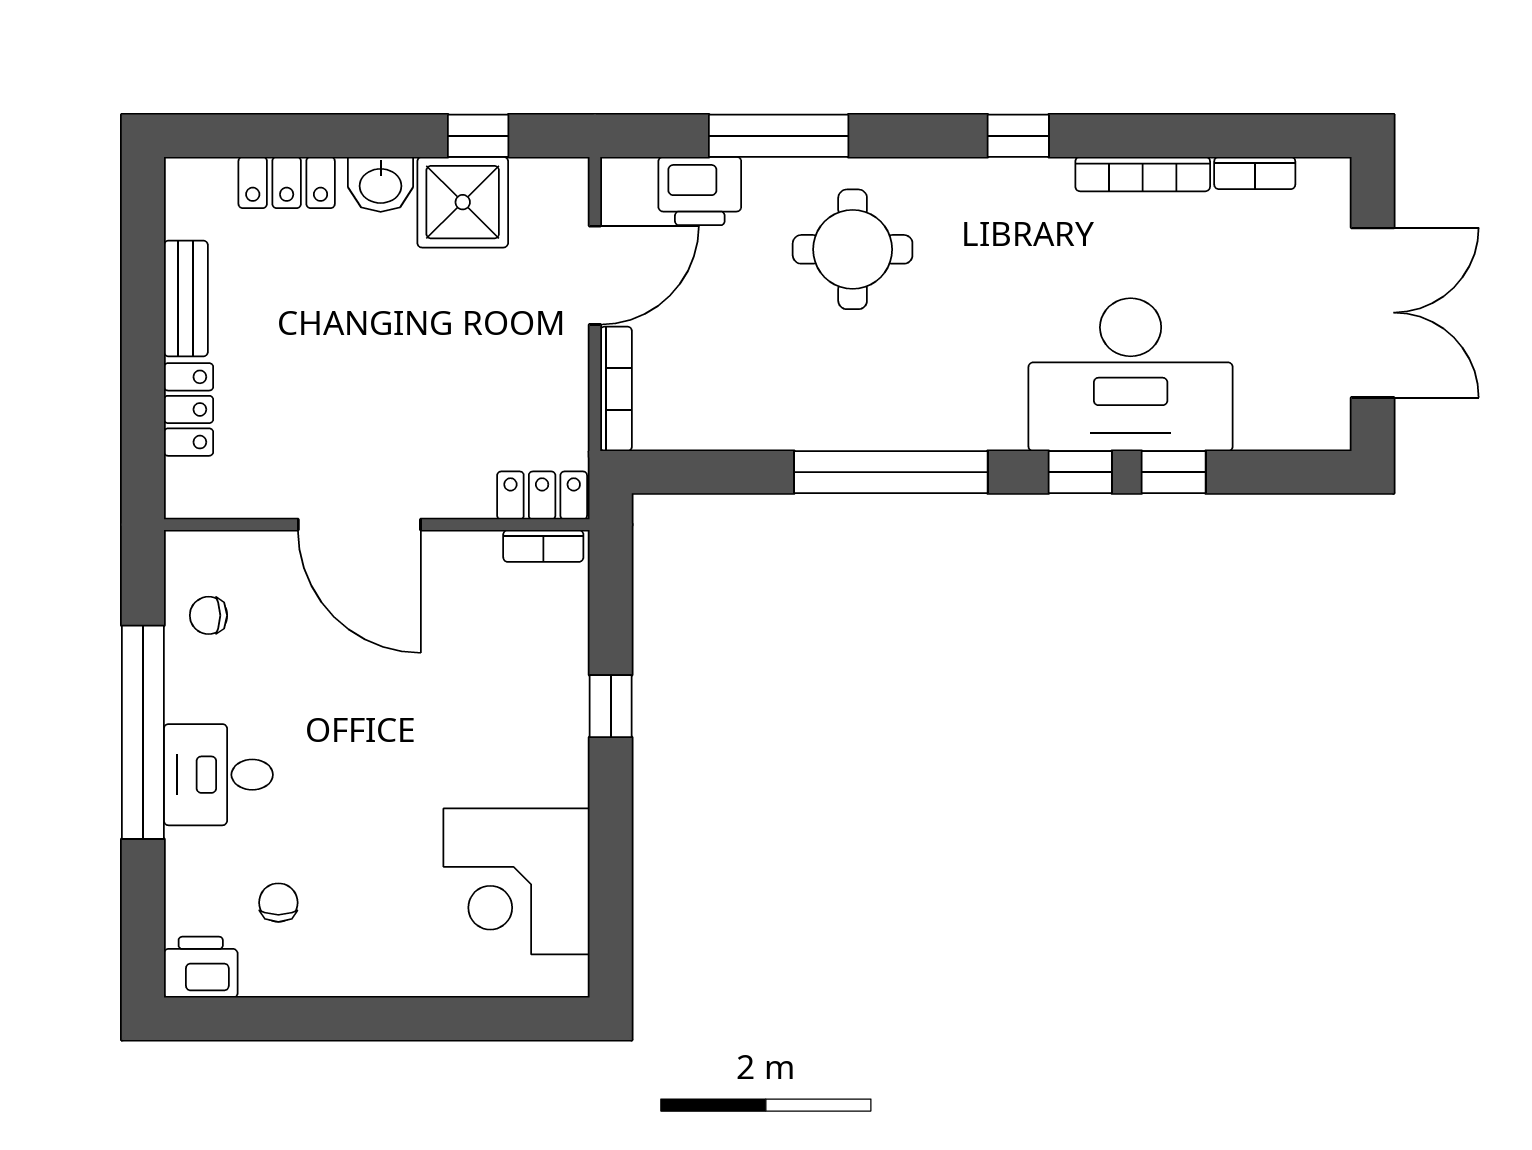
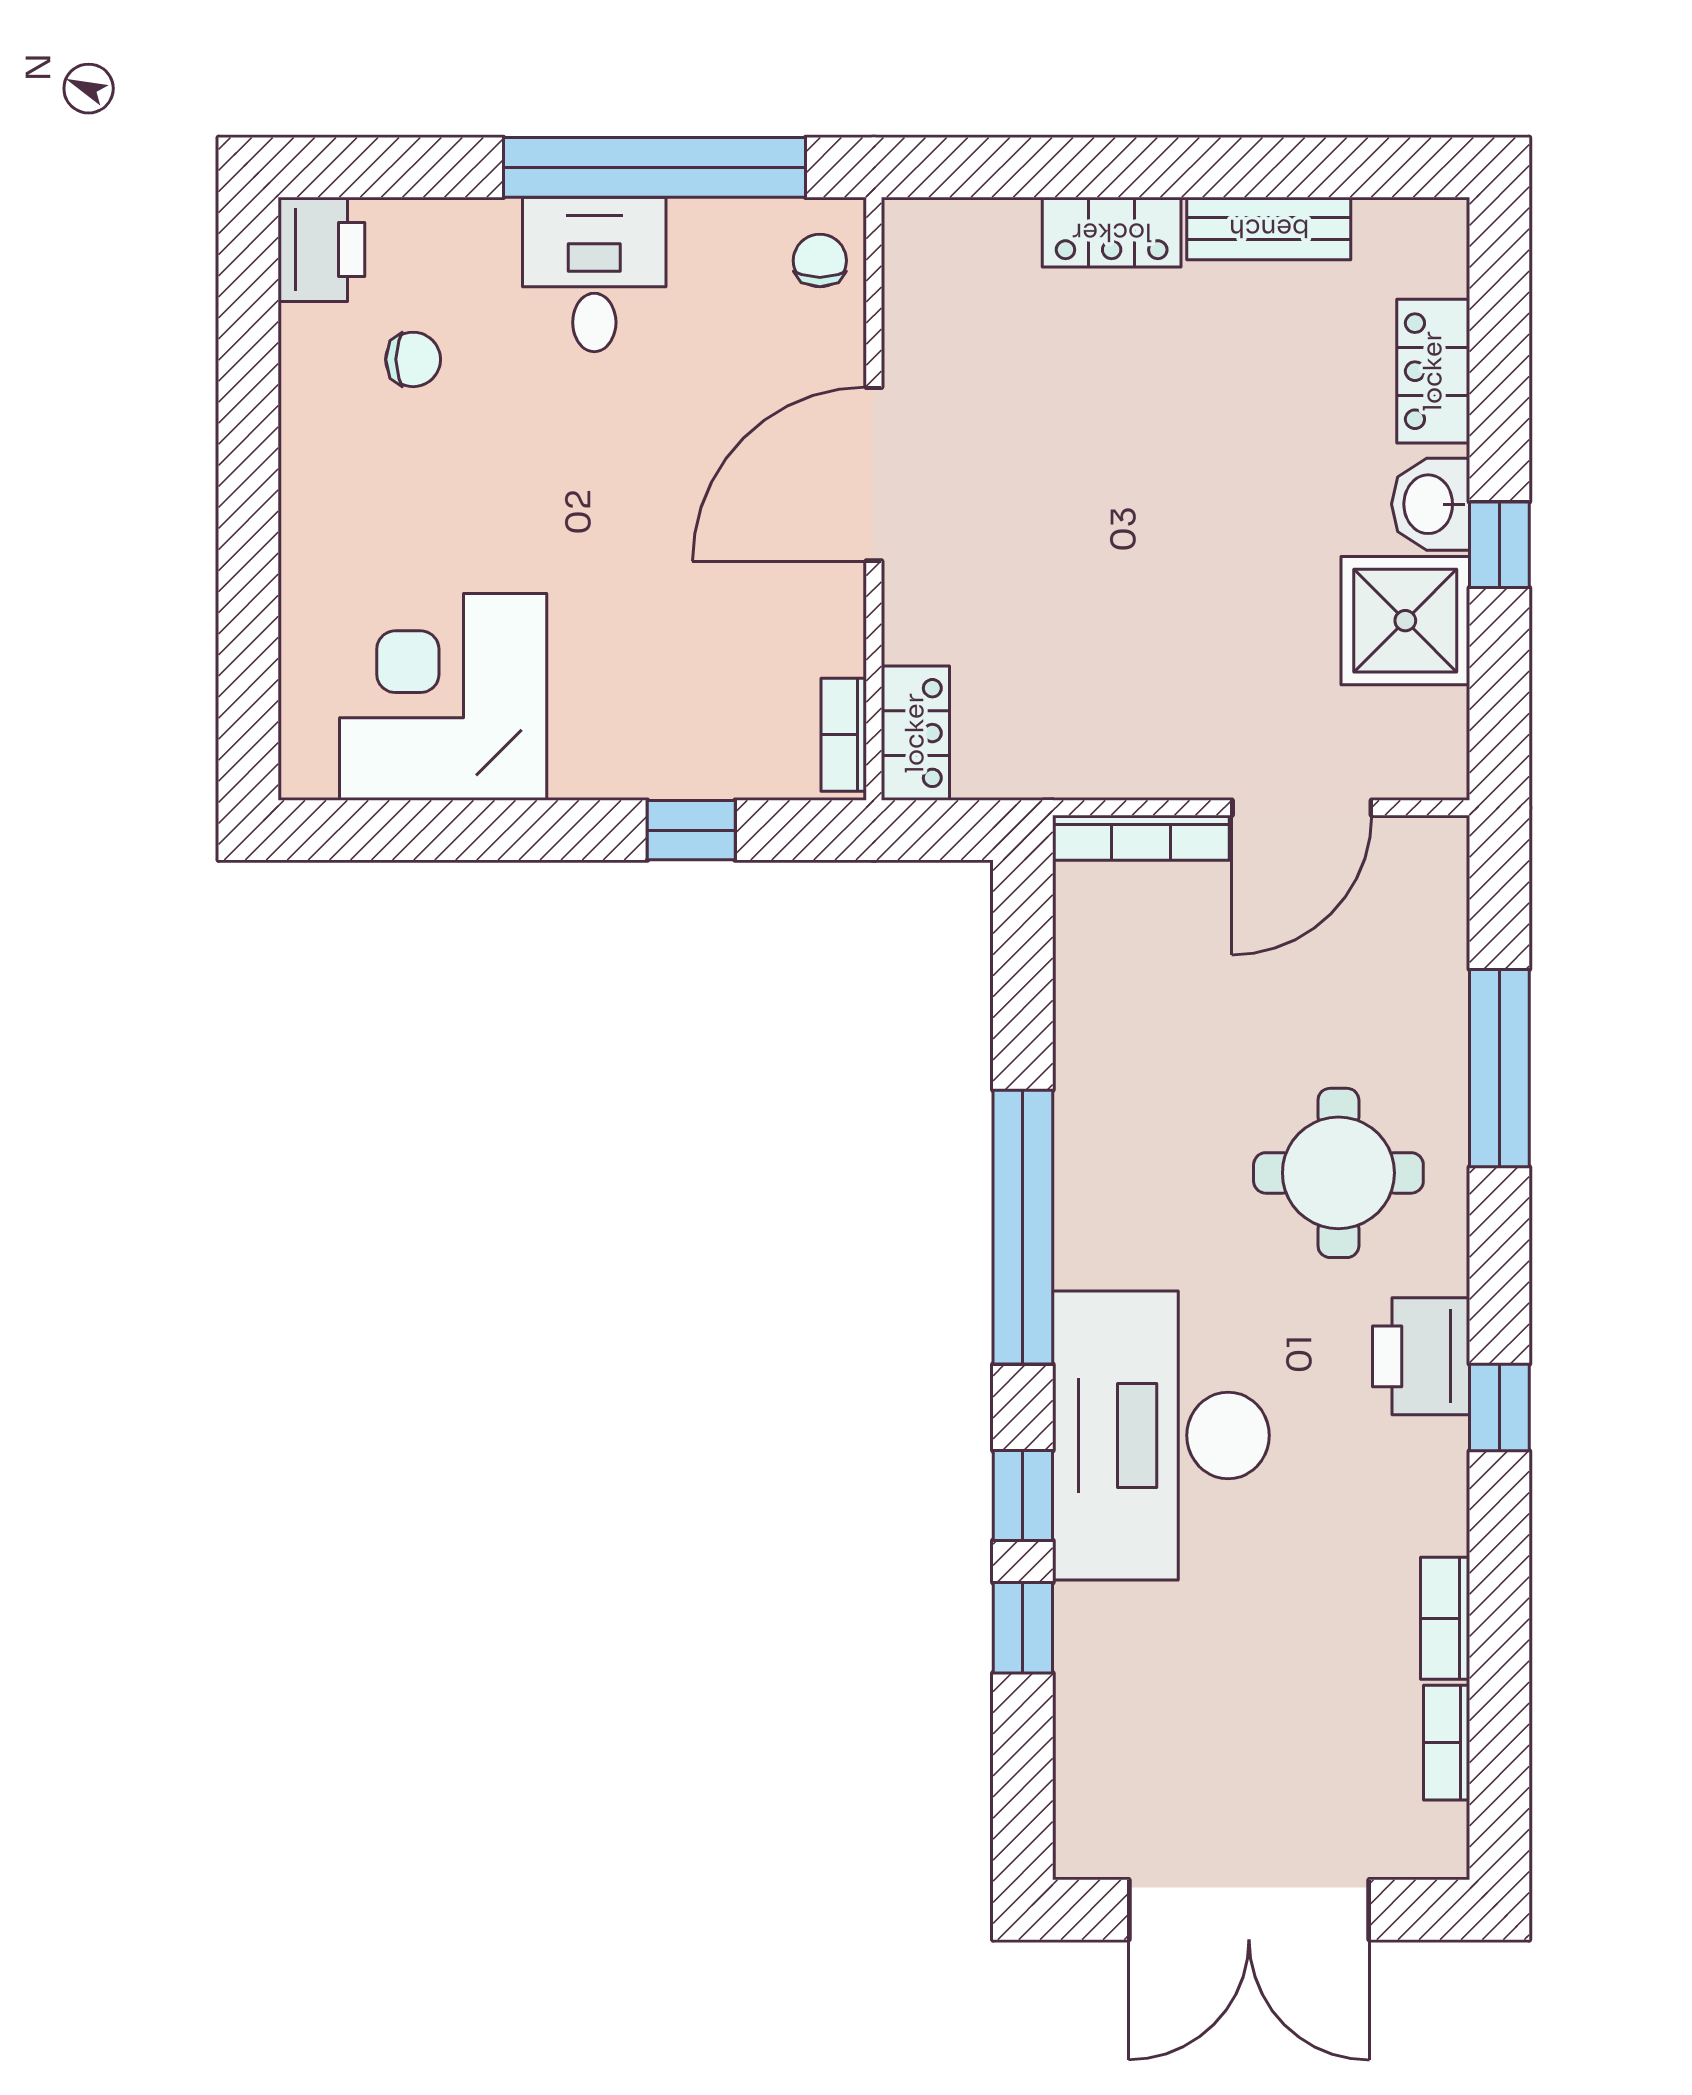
window: (478, 136) -> (1499, 545), moved
bookcase: (1143, 174) -> (1445, 1618), width x0.64
printer: (700, 191) -> (1421, 1356), moved
door: (595, 275) -> (1302, 808), hinge flipped
desk: (1131, 375) -> (1161, 1435), moved
locker: (542, 495) -> (915, 733), moved
door: (359, 525) -> (874, 474), moved
wall: (377, 525) -> (874, 499), moved
bookcase: (543, 546) -> (844, 735), moved

